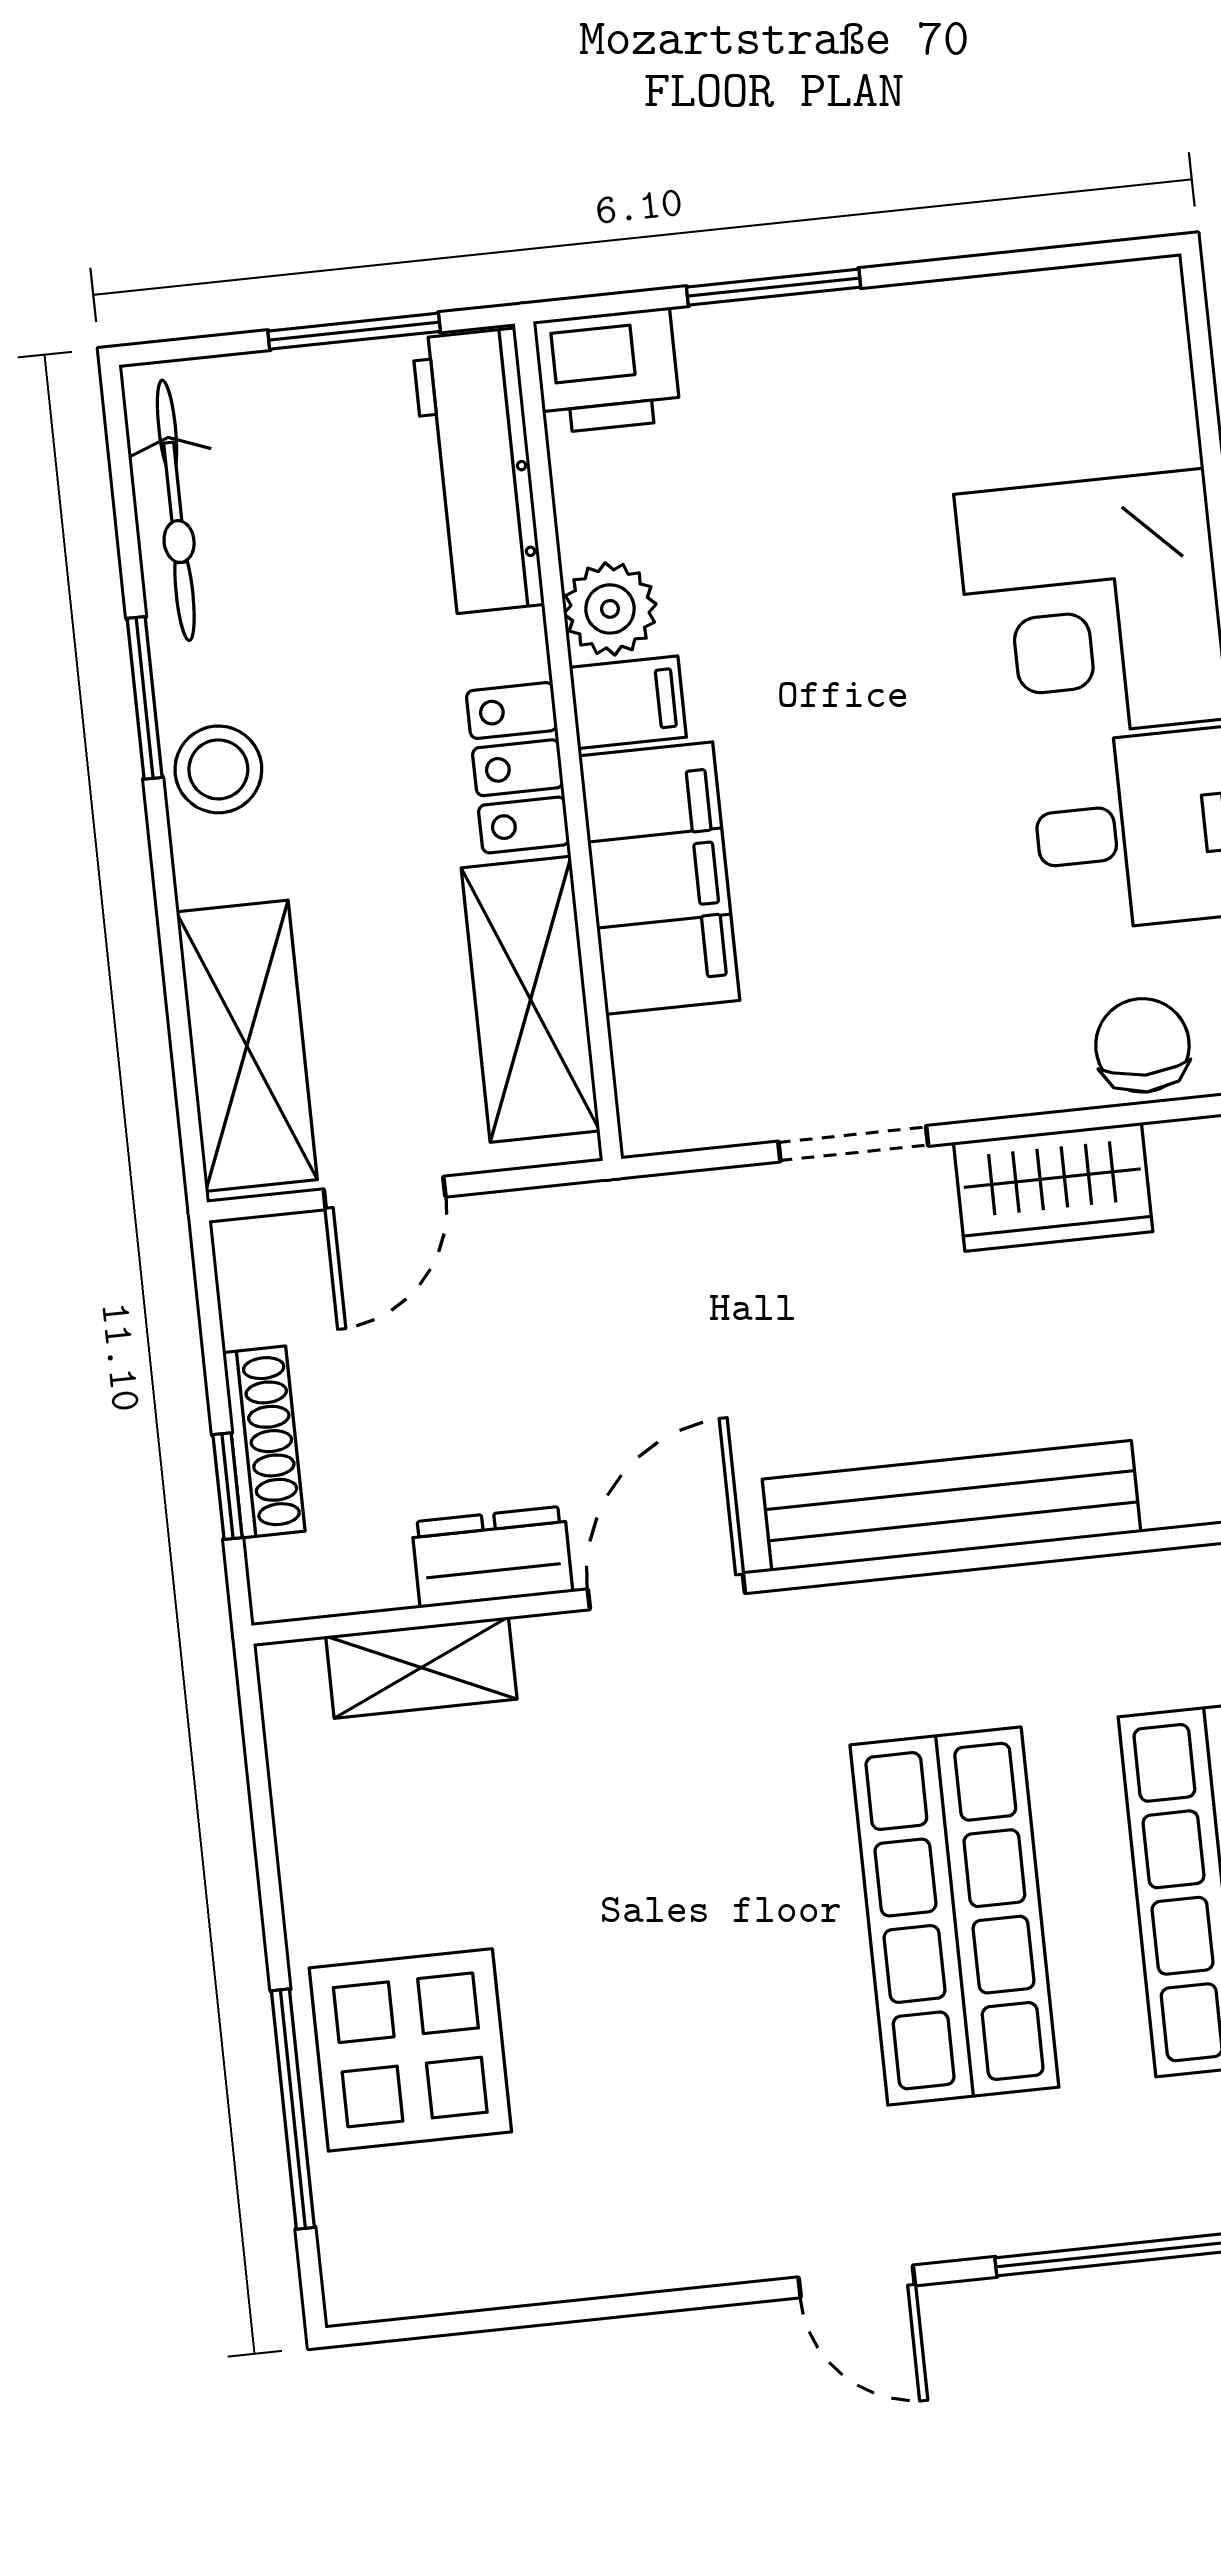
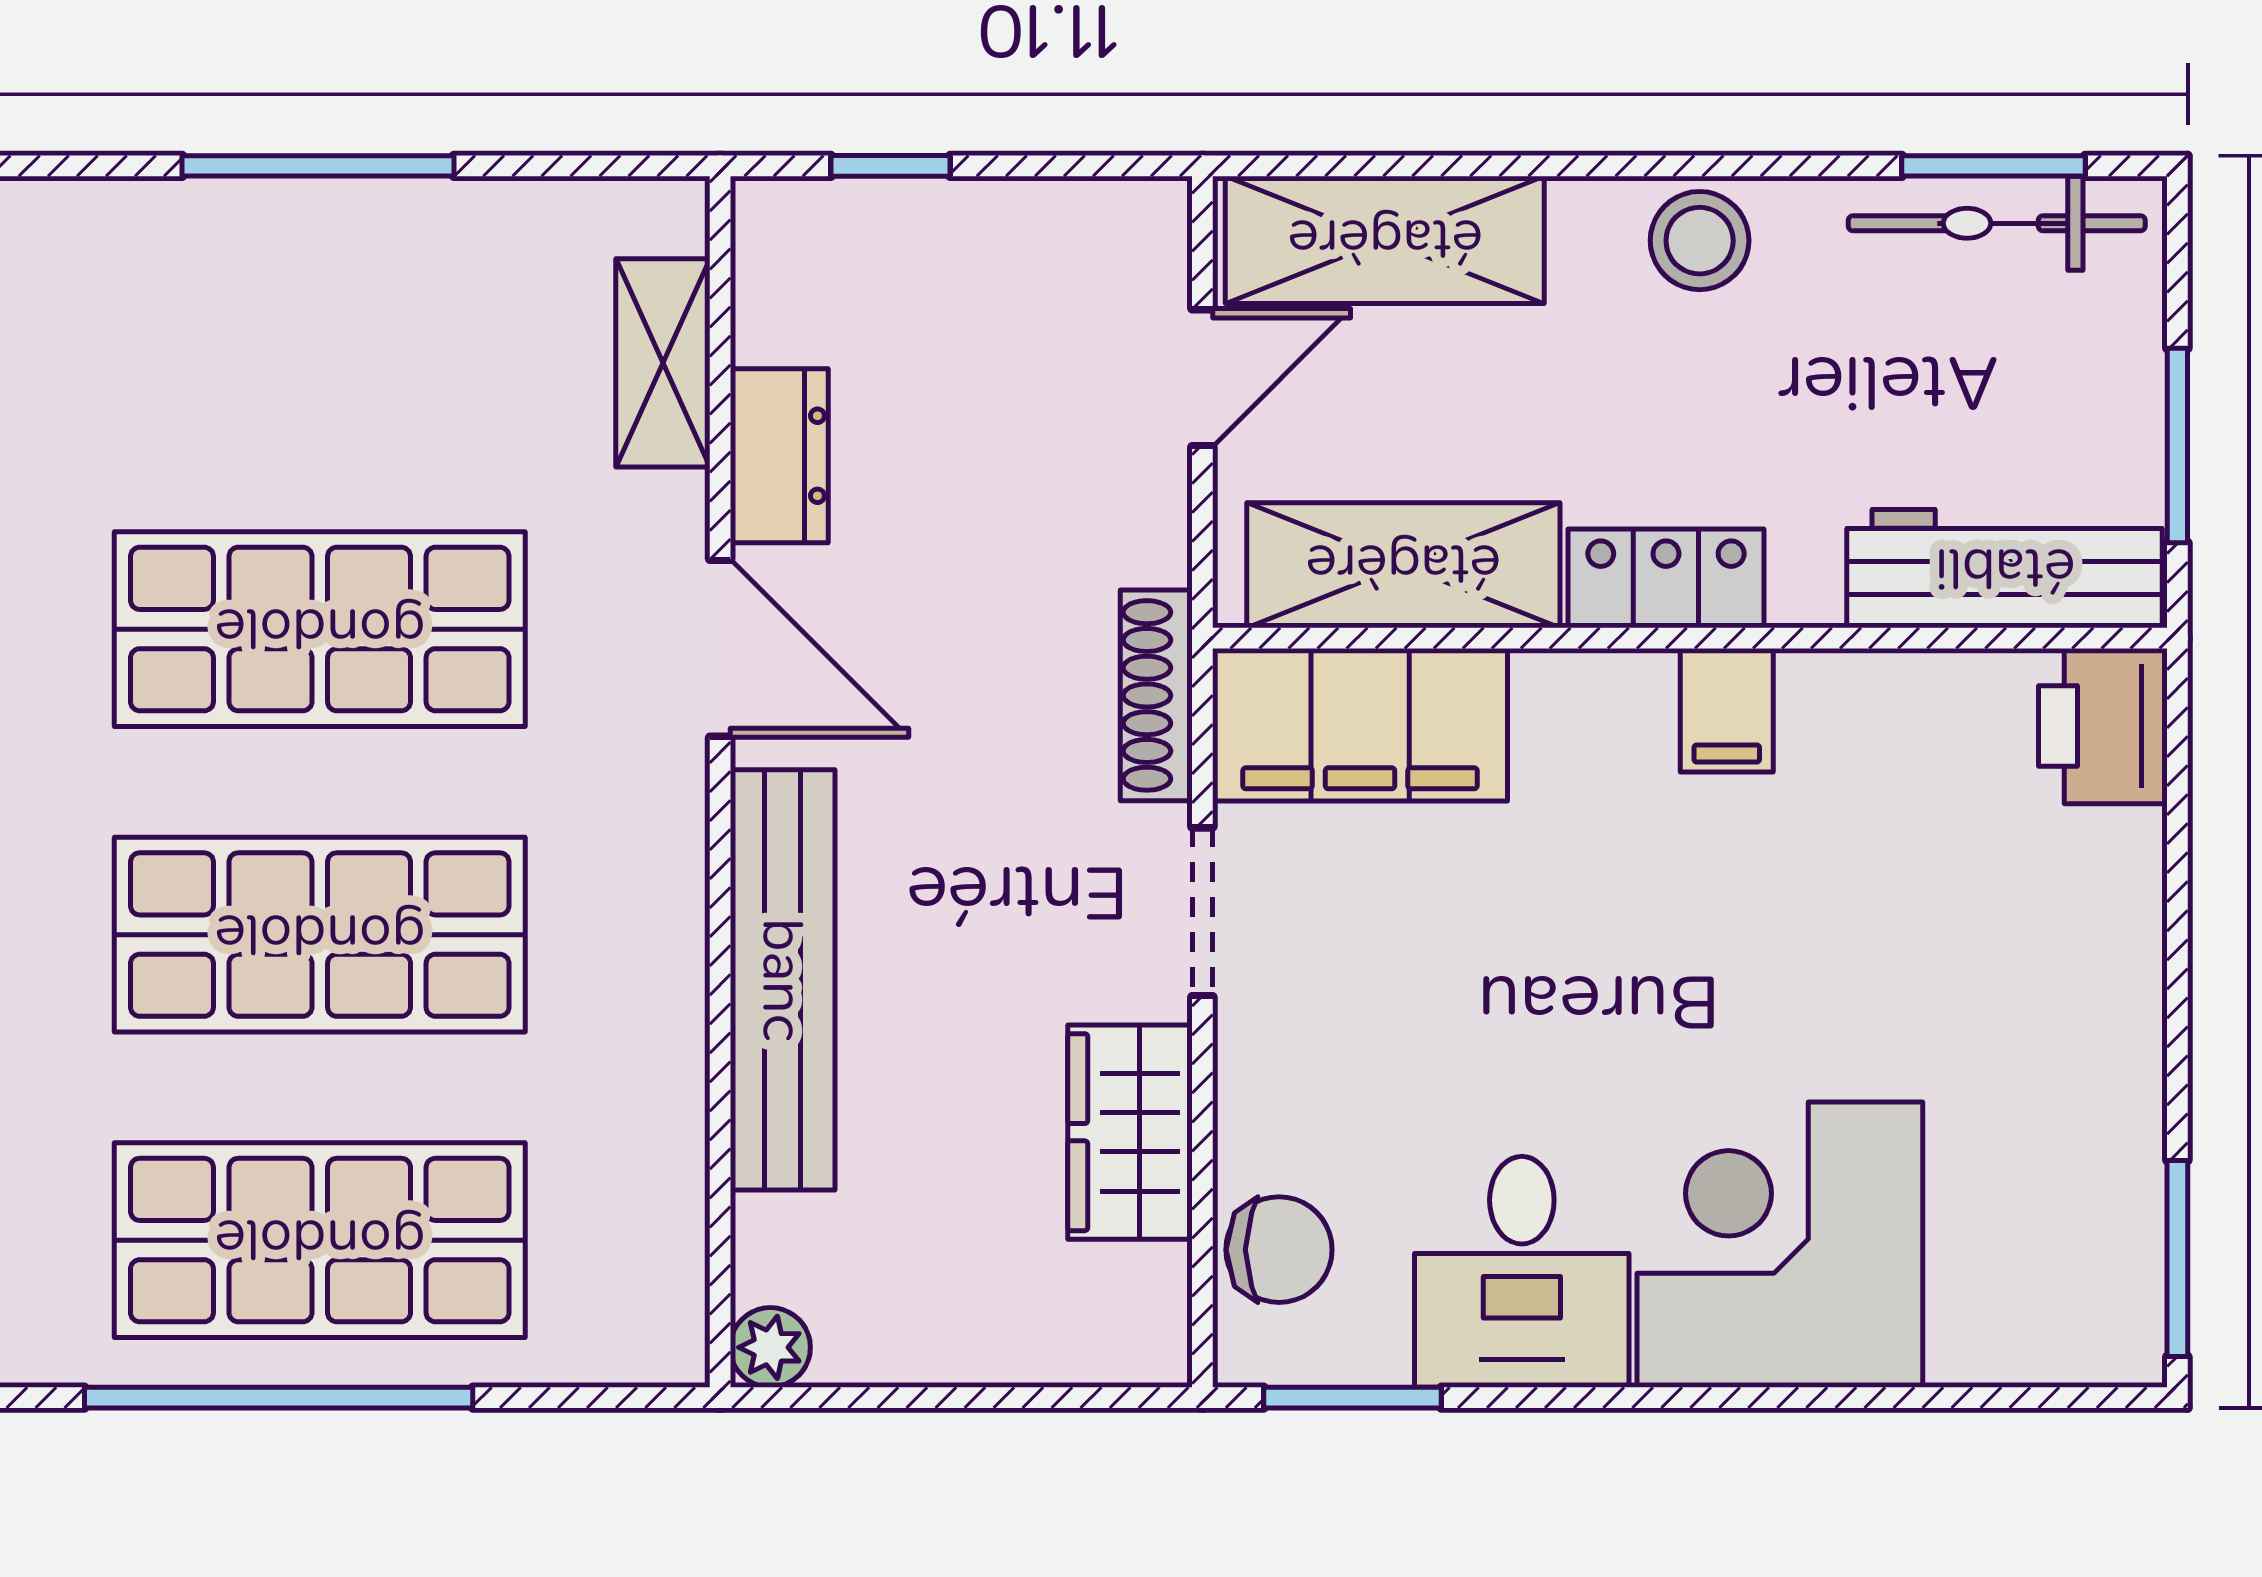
window: (774, 287) -> (2177, 1258), moved
plant: (610, 609) -> (1834, 701), removed
window: (145, 698) -> (1994, 166), moved
filing cabinet: (659, 878) -> (1360, 725), moved
door: (385, 1193) -> (1202, 378), swing flipped
shoe rack: (264, 1442) -> (1156, 695), moved, turned 90
shop shelf: (686, 1944) -> (320, 629), added
display table: (410, 2050) -> (233, 305), removed
window: (293, 2109) -> (318, 166), moved

